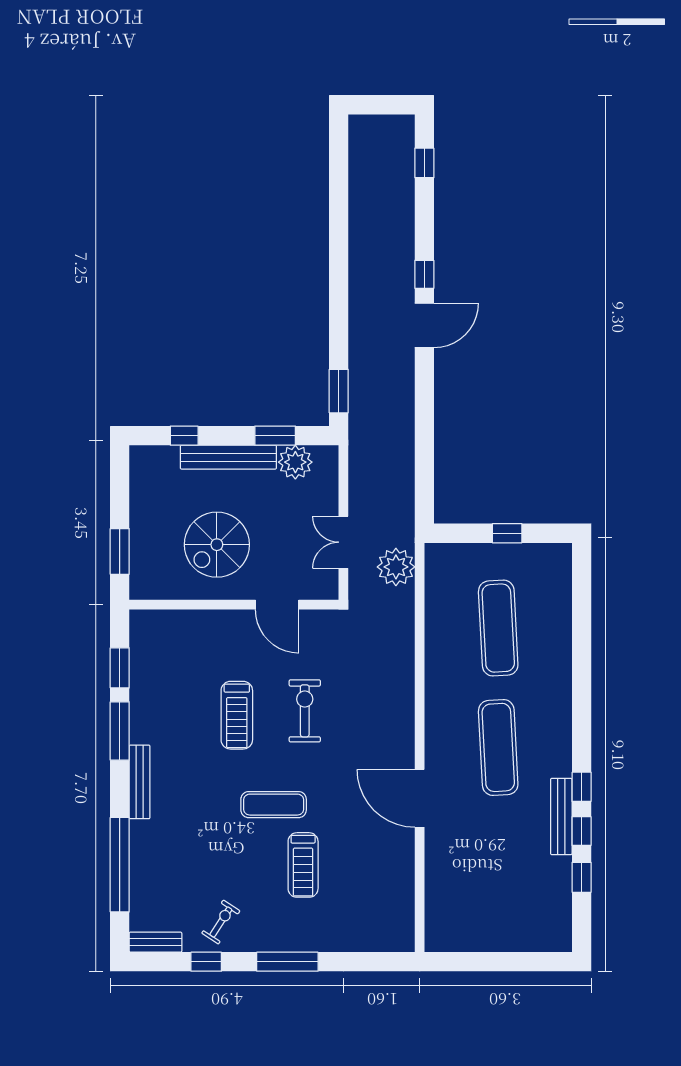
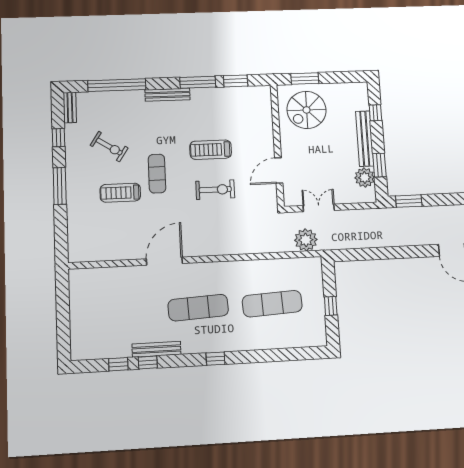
spiral stairs: (217, 545) -> (307, 110), moved, turned -90
window: (582, 787) -> (215, 359), moved
exercise bike: (221, 922) -> (109, 147), moved, width x1.38, depth x1.39

